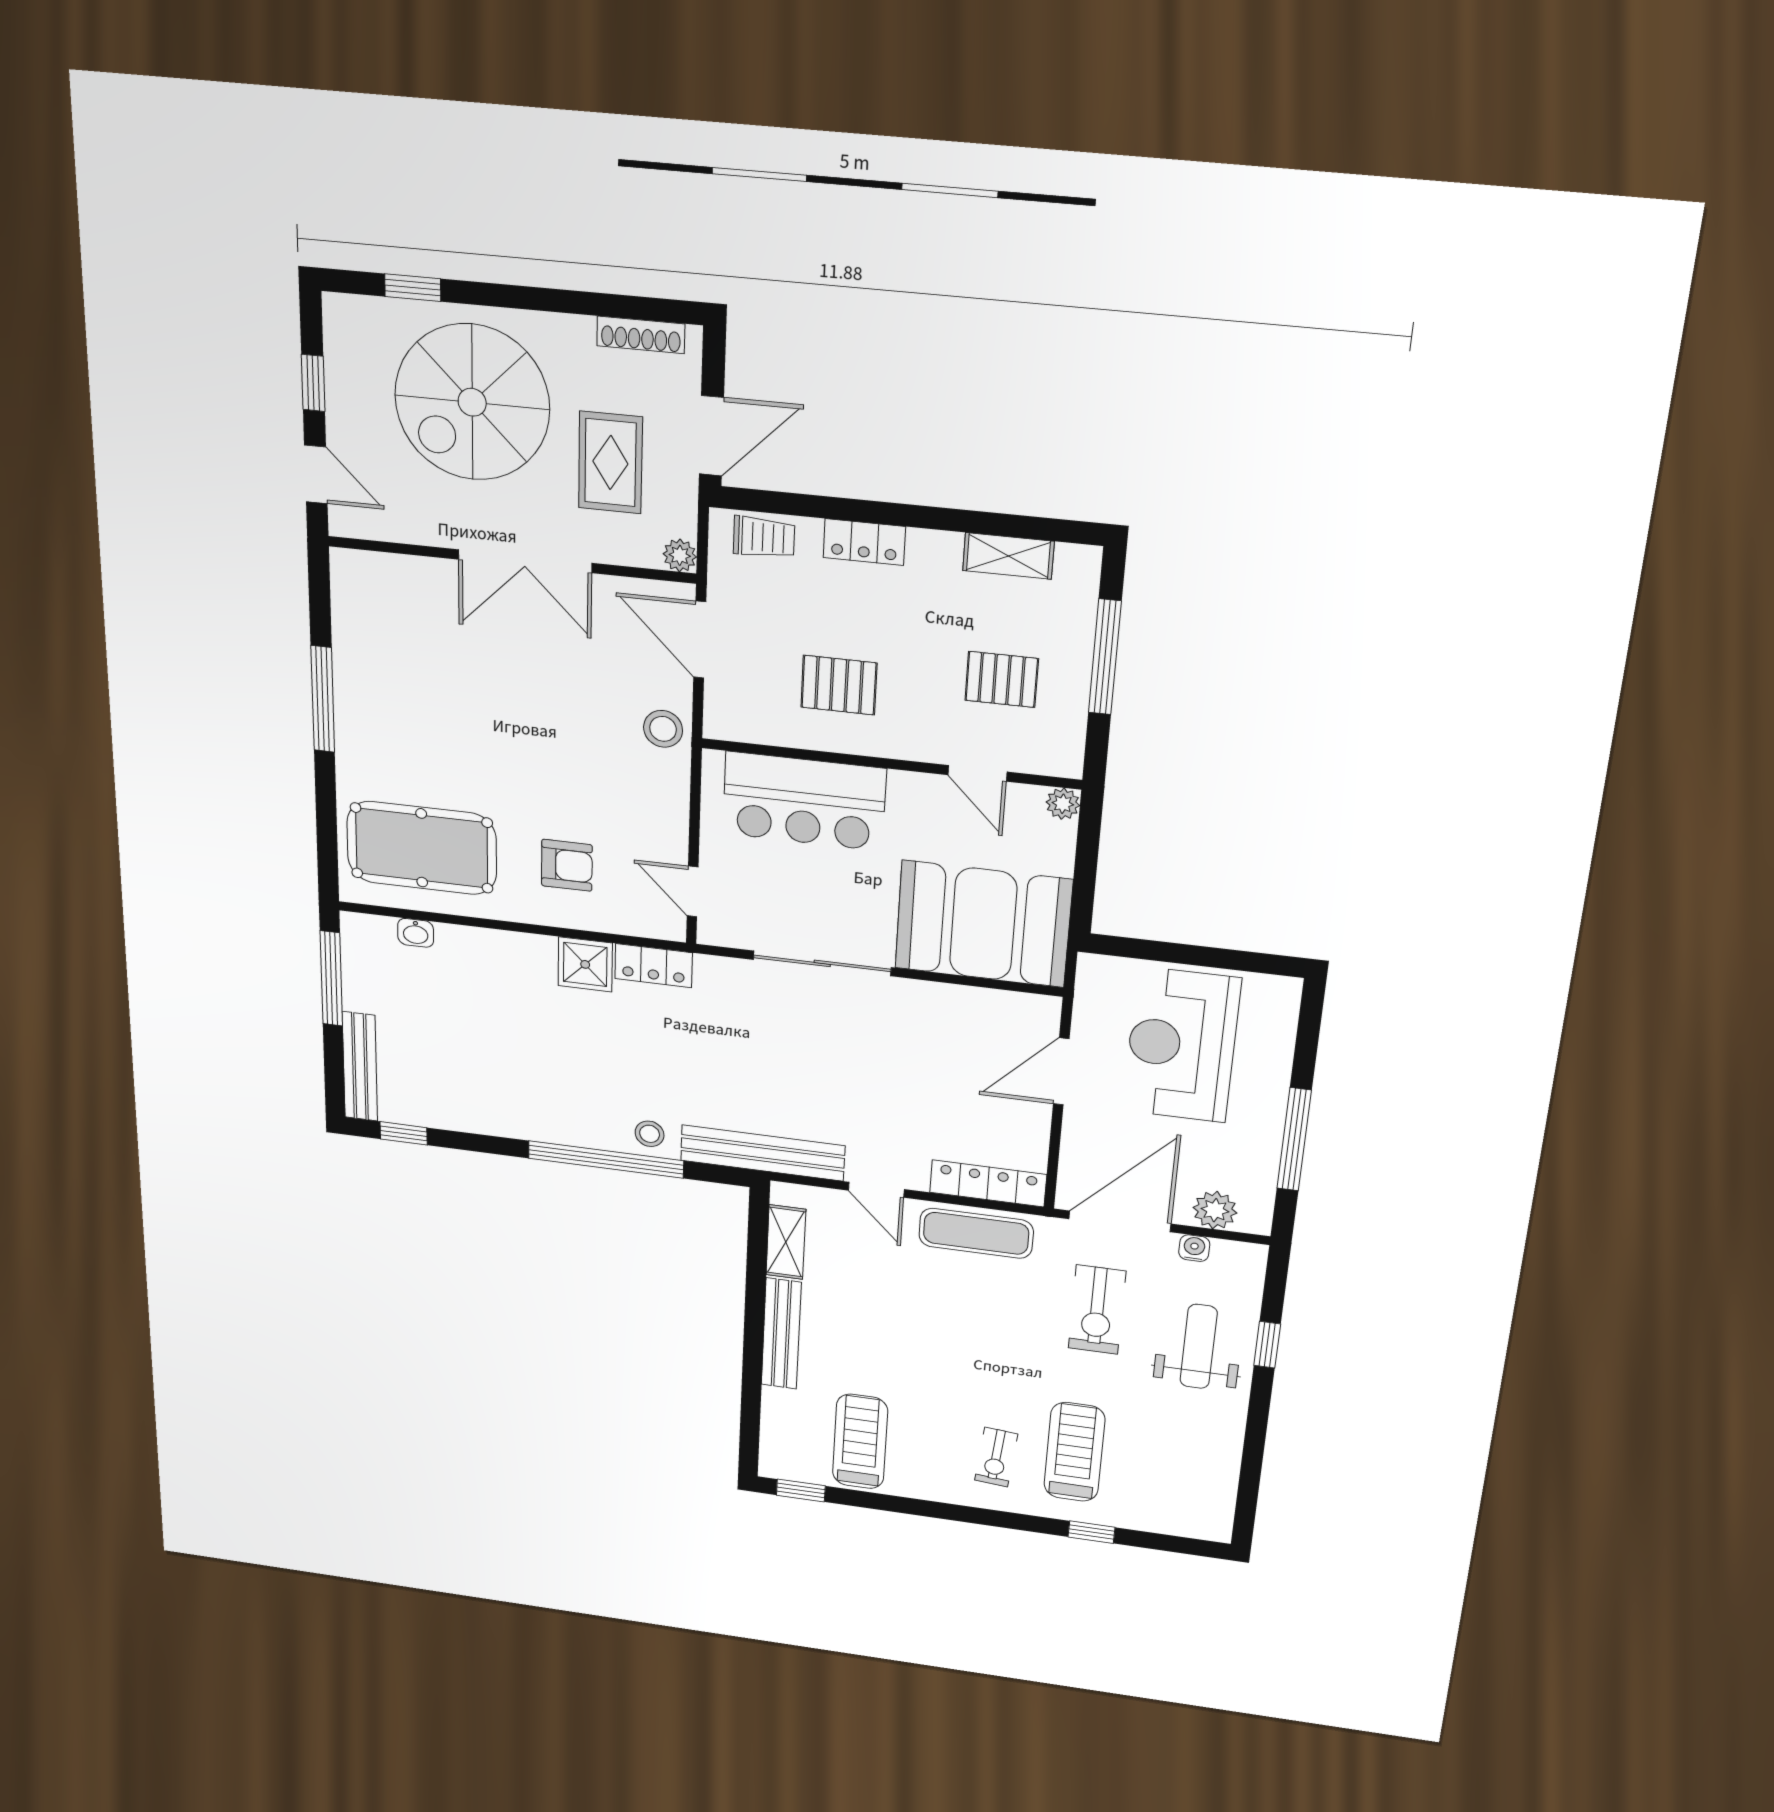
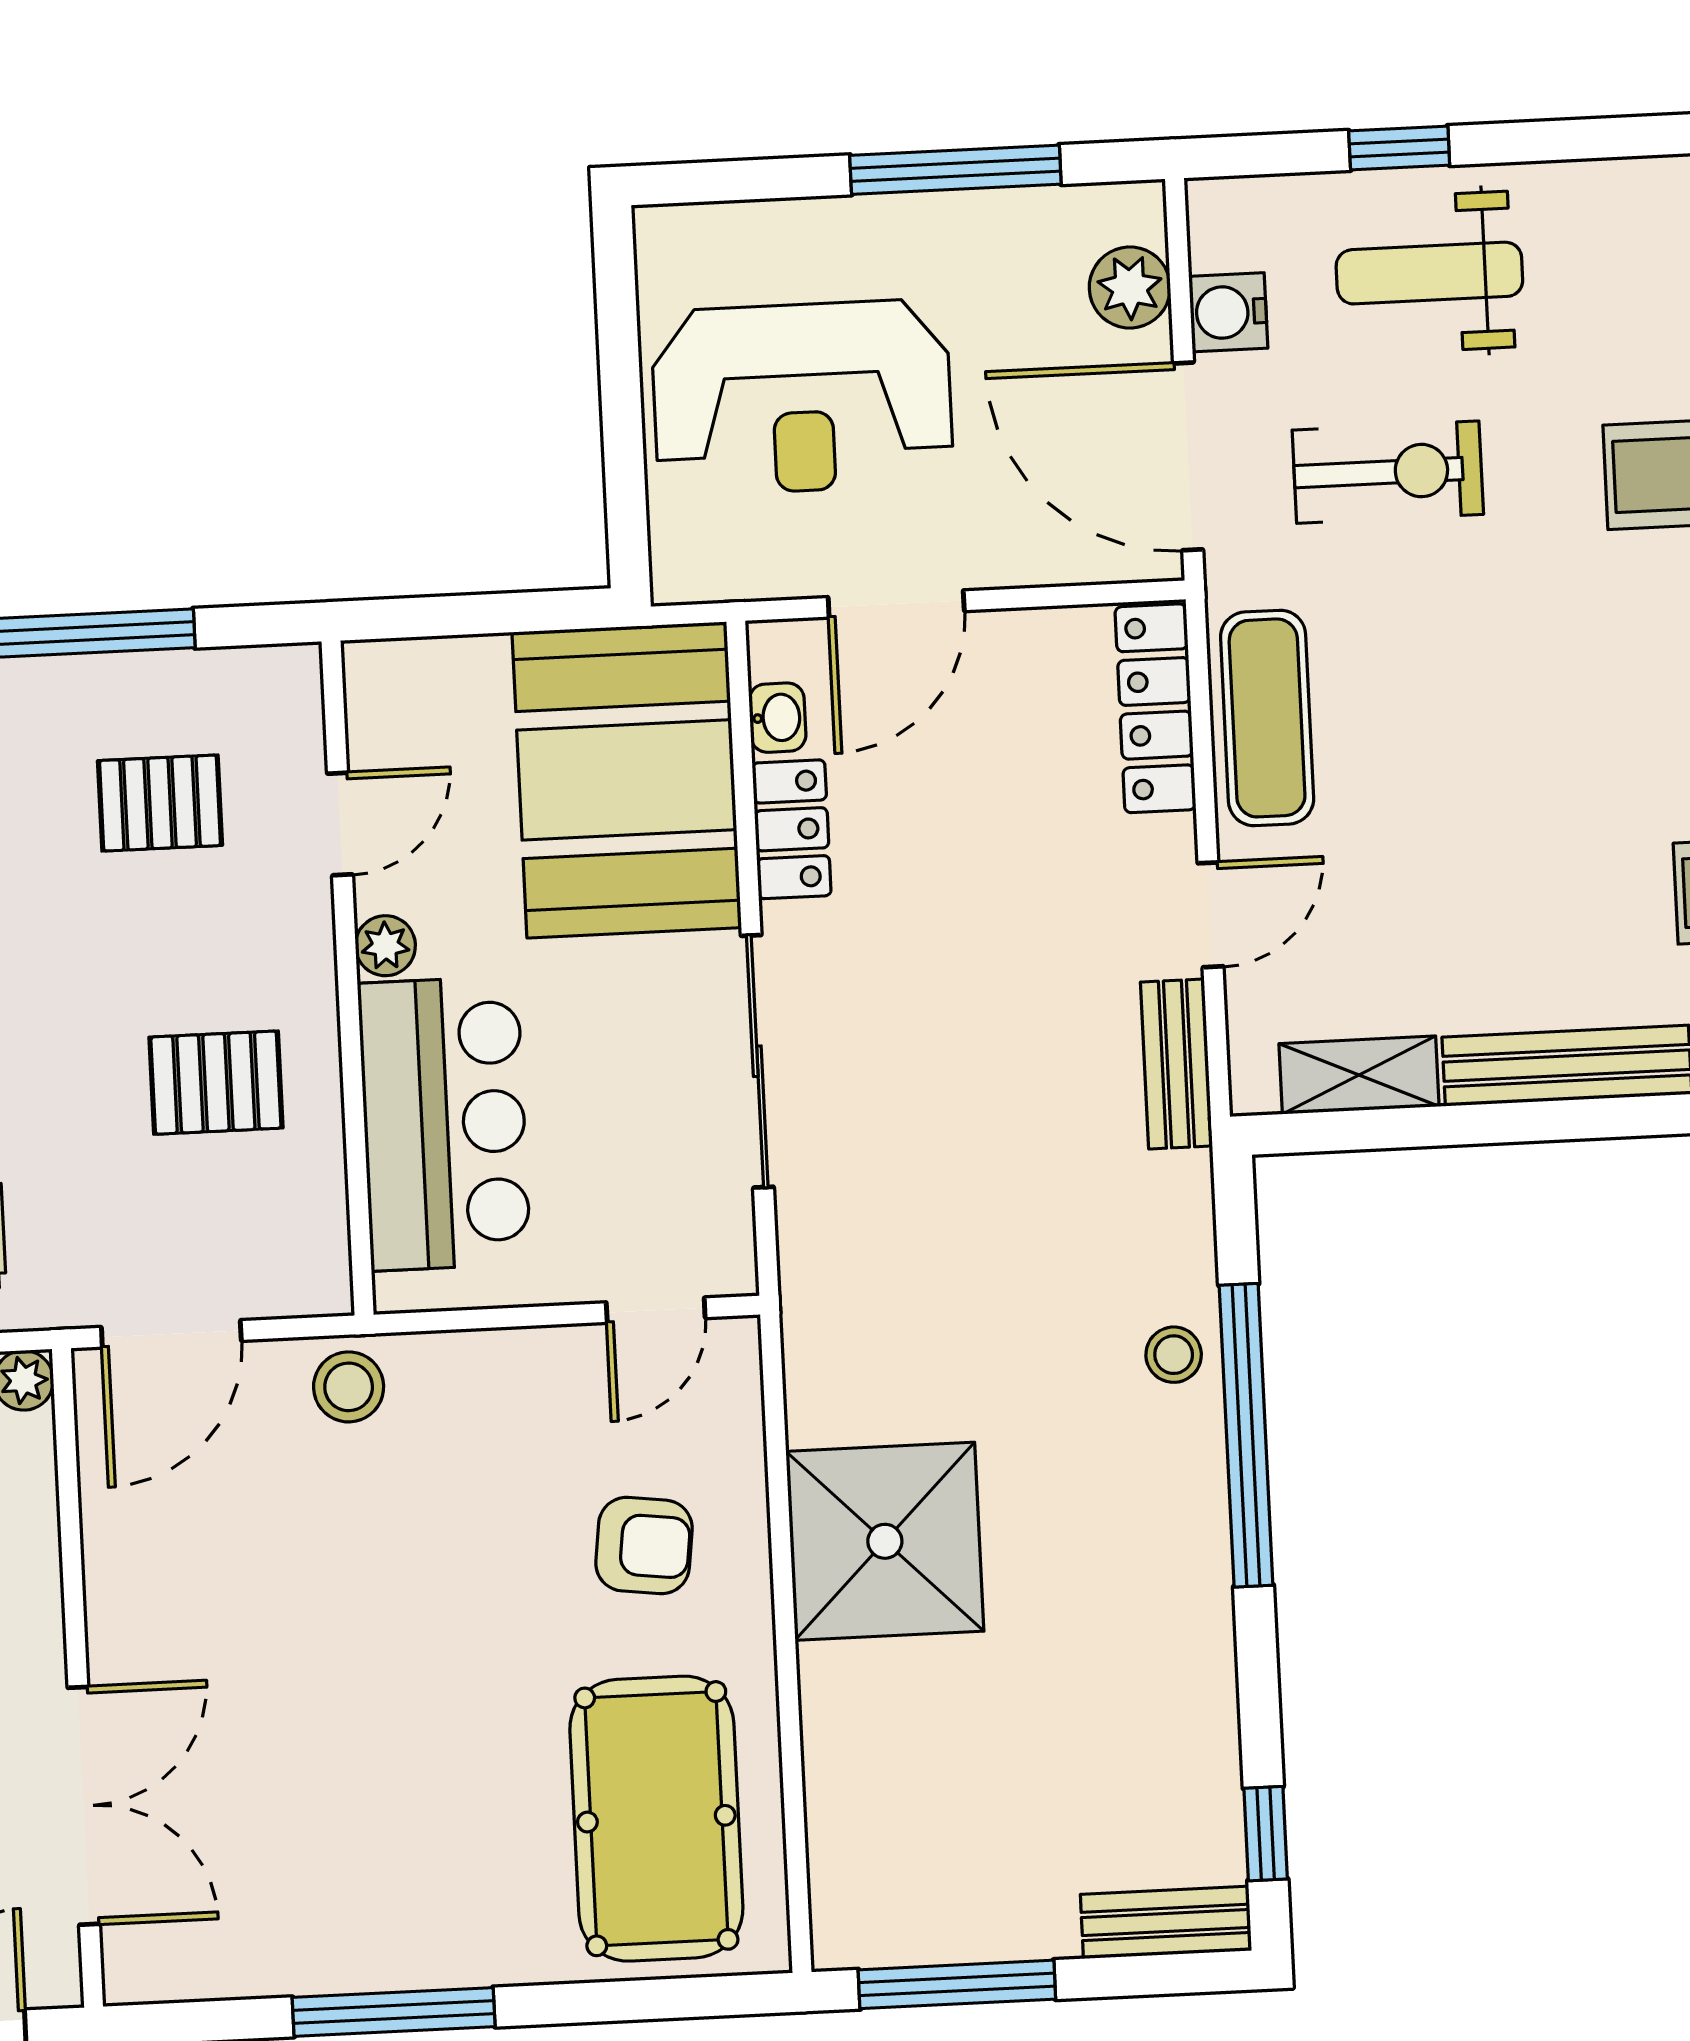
double door: (525, 561) -> (84, 1806), moved
pallet: (1002, 679) -> (160, 803), turned 90
pallet: (839, 685) -> (216, 1083), turned 90
plant: (1063, 804) -> (385, 946), moved
armchair: (567, 865) -> (644, 1546), turned 97
washbasin: (416, 933) -> (777, 718), moved
shower: (585, 964) -> (885, 1541), width x1.86, depth x1.86
locker: (654, 966) -> (792, 829), moved
bench: (360, 1067) -> (1166, 1922), width x0.73
door: (1061, 1071) -> (896, 604), hinge flipped
bench: (763, 1153) -> (1176, 1064), width x0.54, depth x0.82
water cooler: (1194, 1248) -> (1228, 312), width x1.38, depth x1.38

